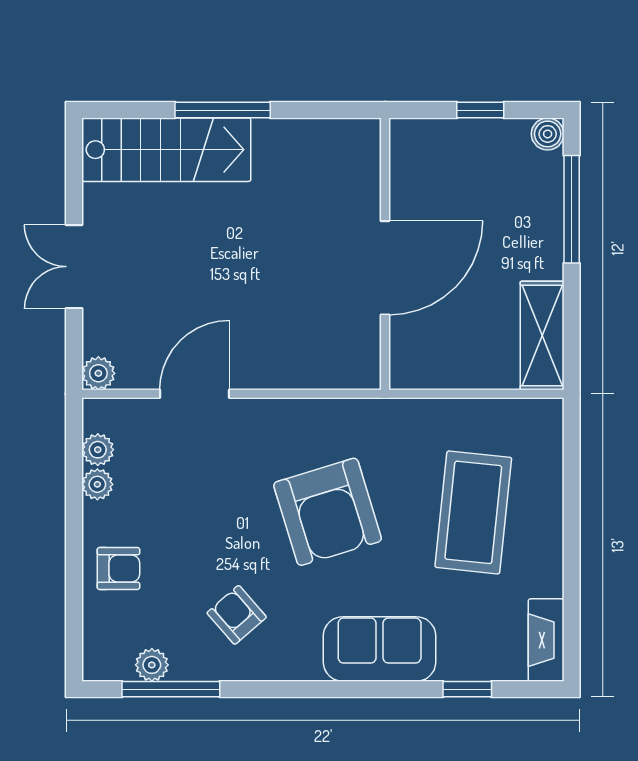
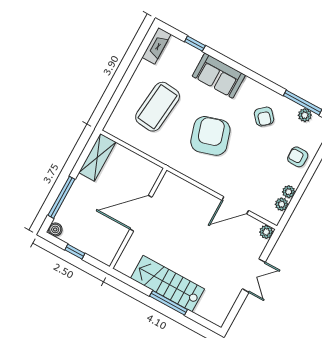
stairs: (166, 150) -> (168, 284), moved

